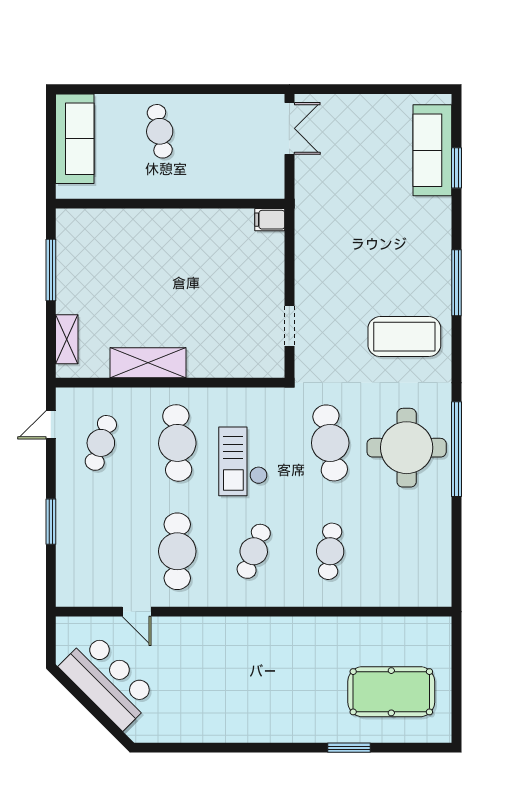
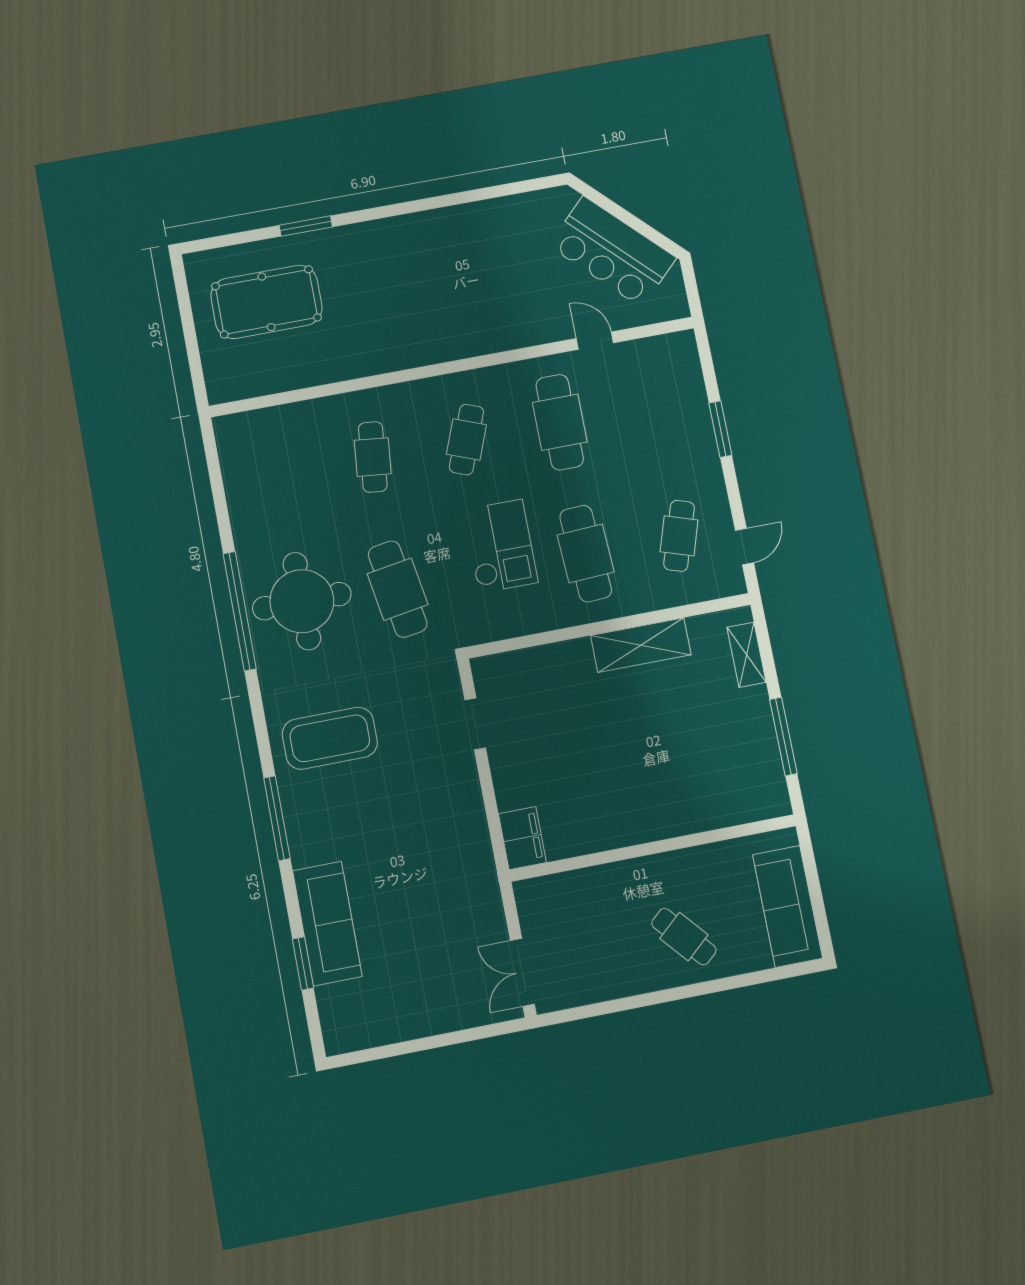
cafe table: (160, 131) -> (684, 937), turned -31
sofa: (432, 150) -> (327, 924), moved
filing cabinet: (270, 220) -> (522, 838), width x2.00

